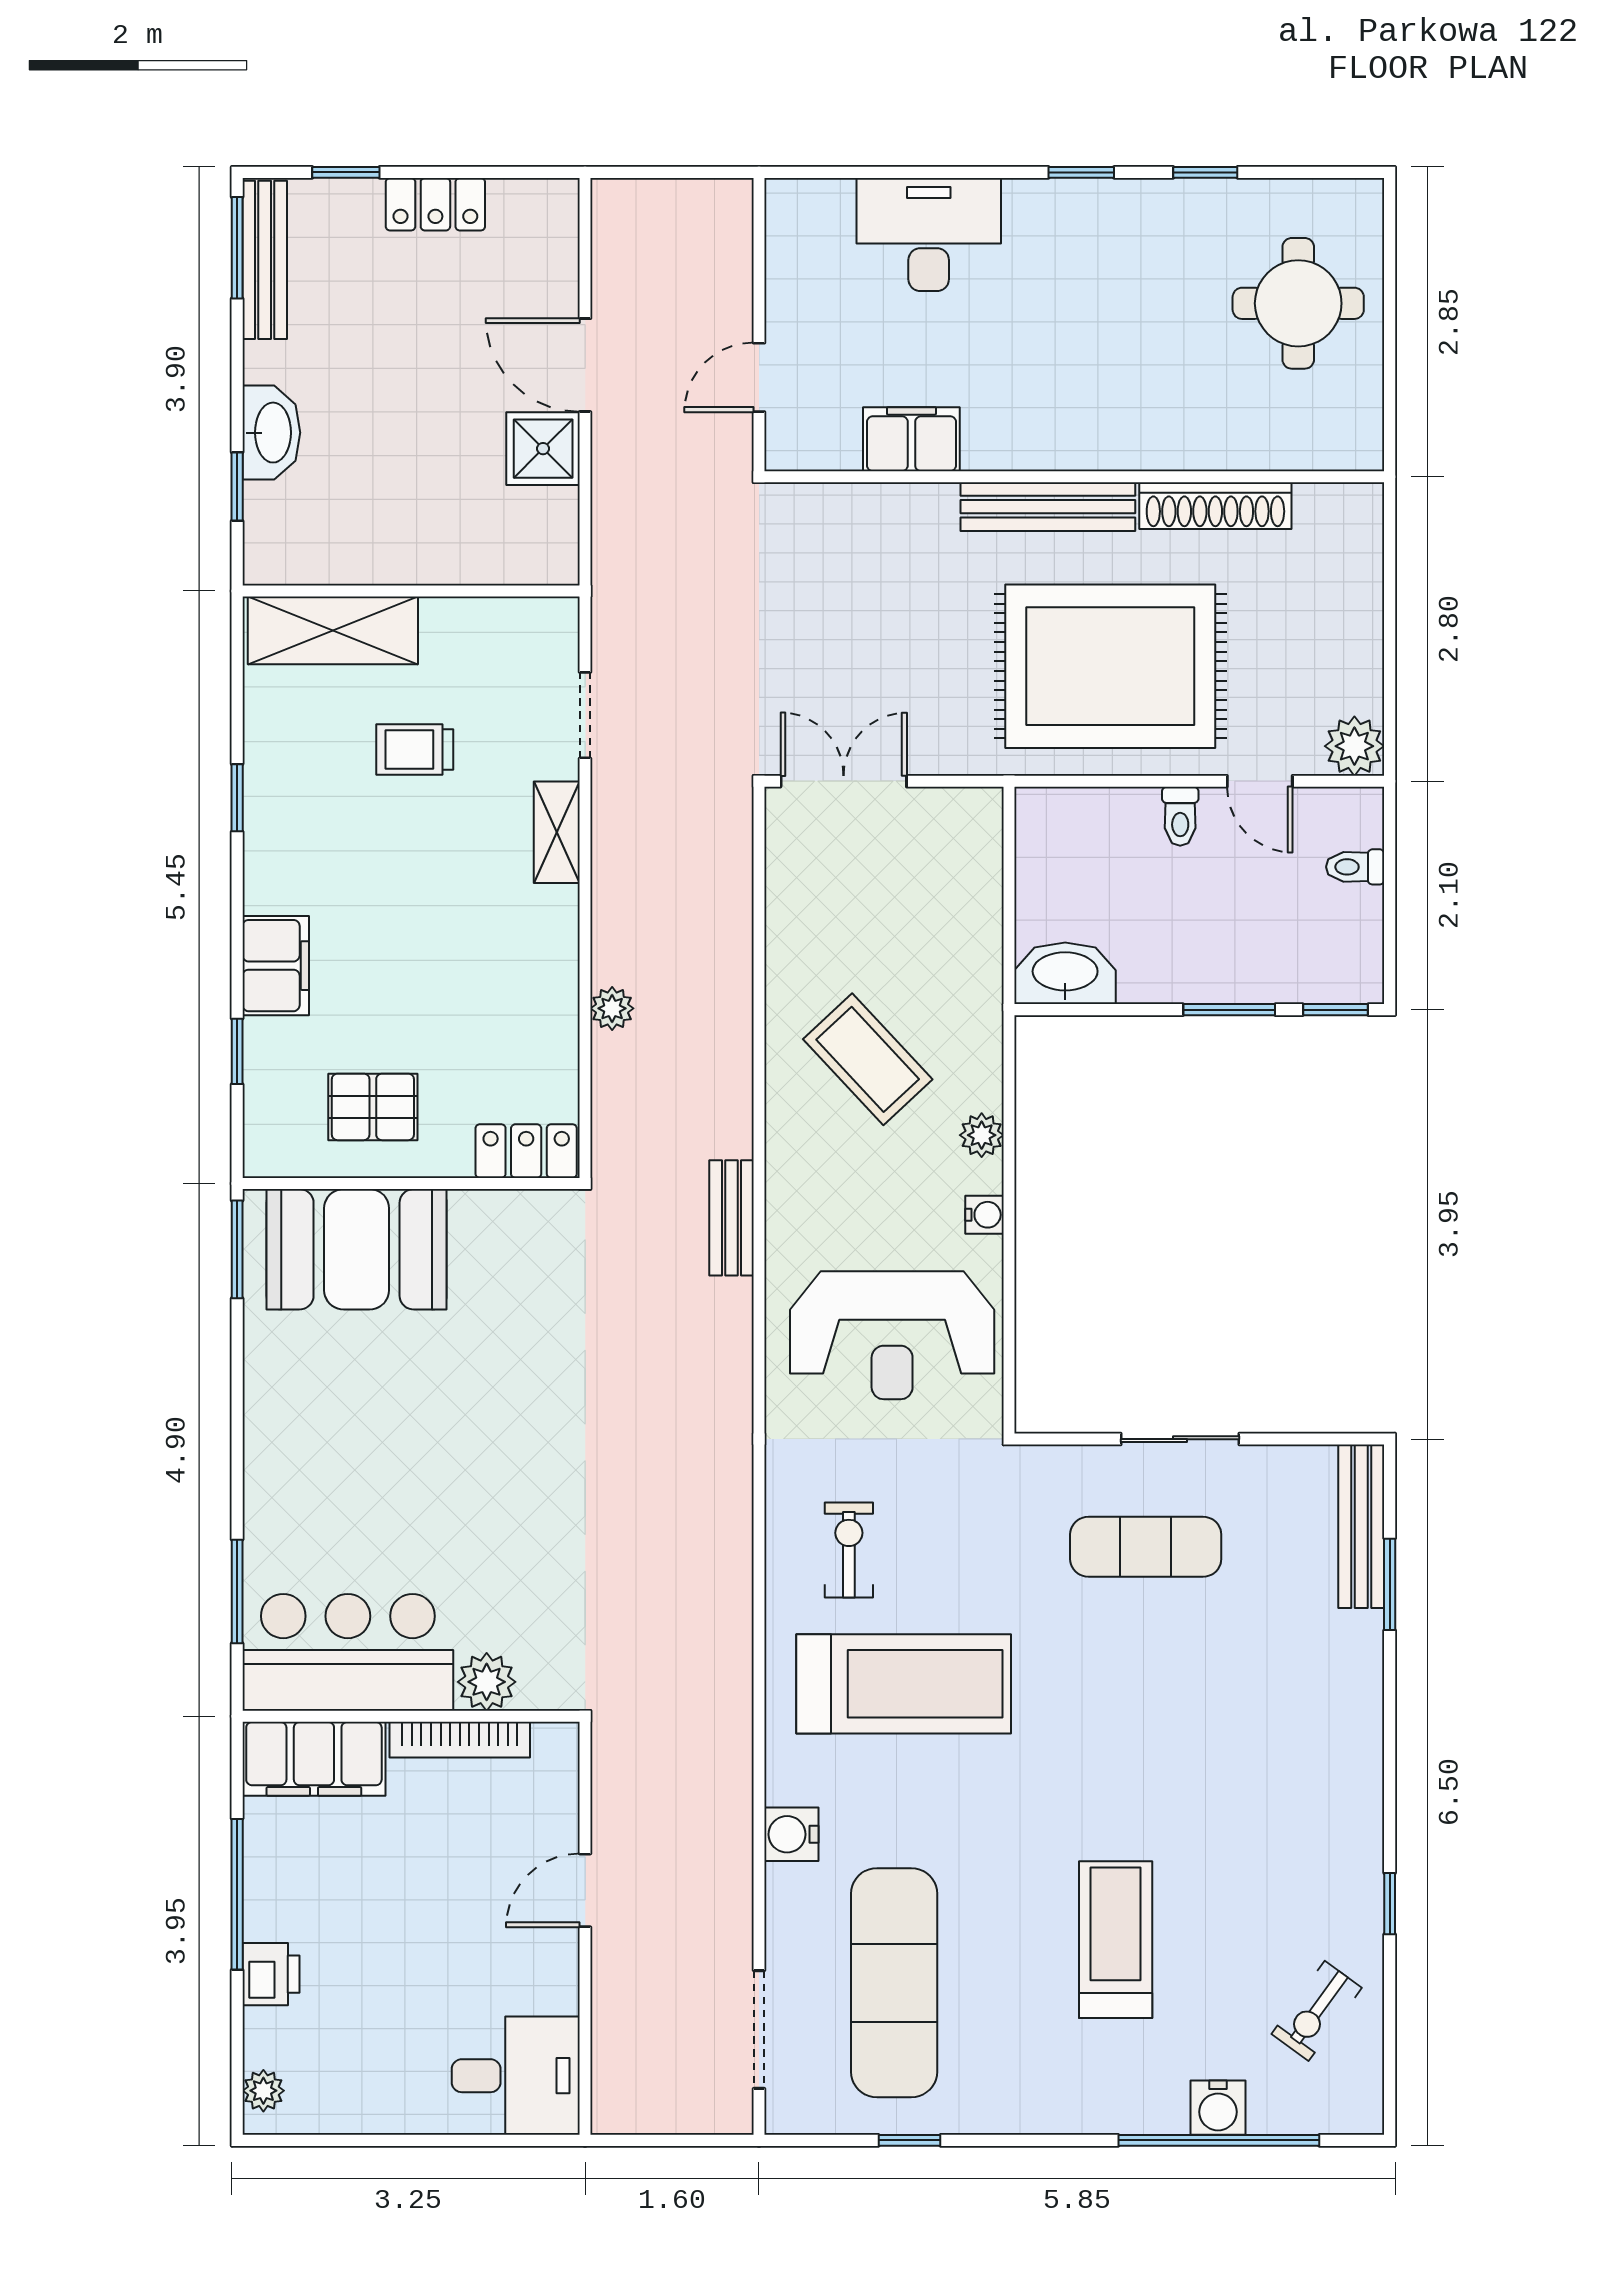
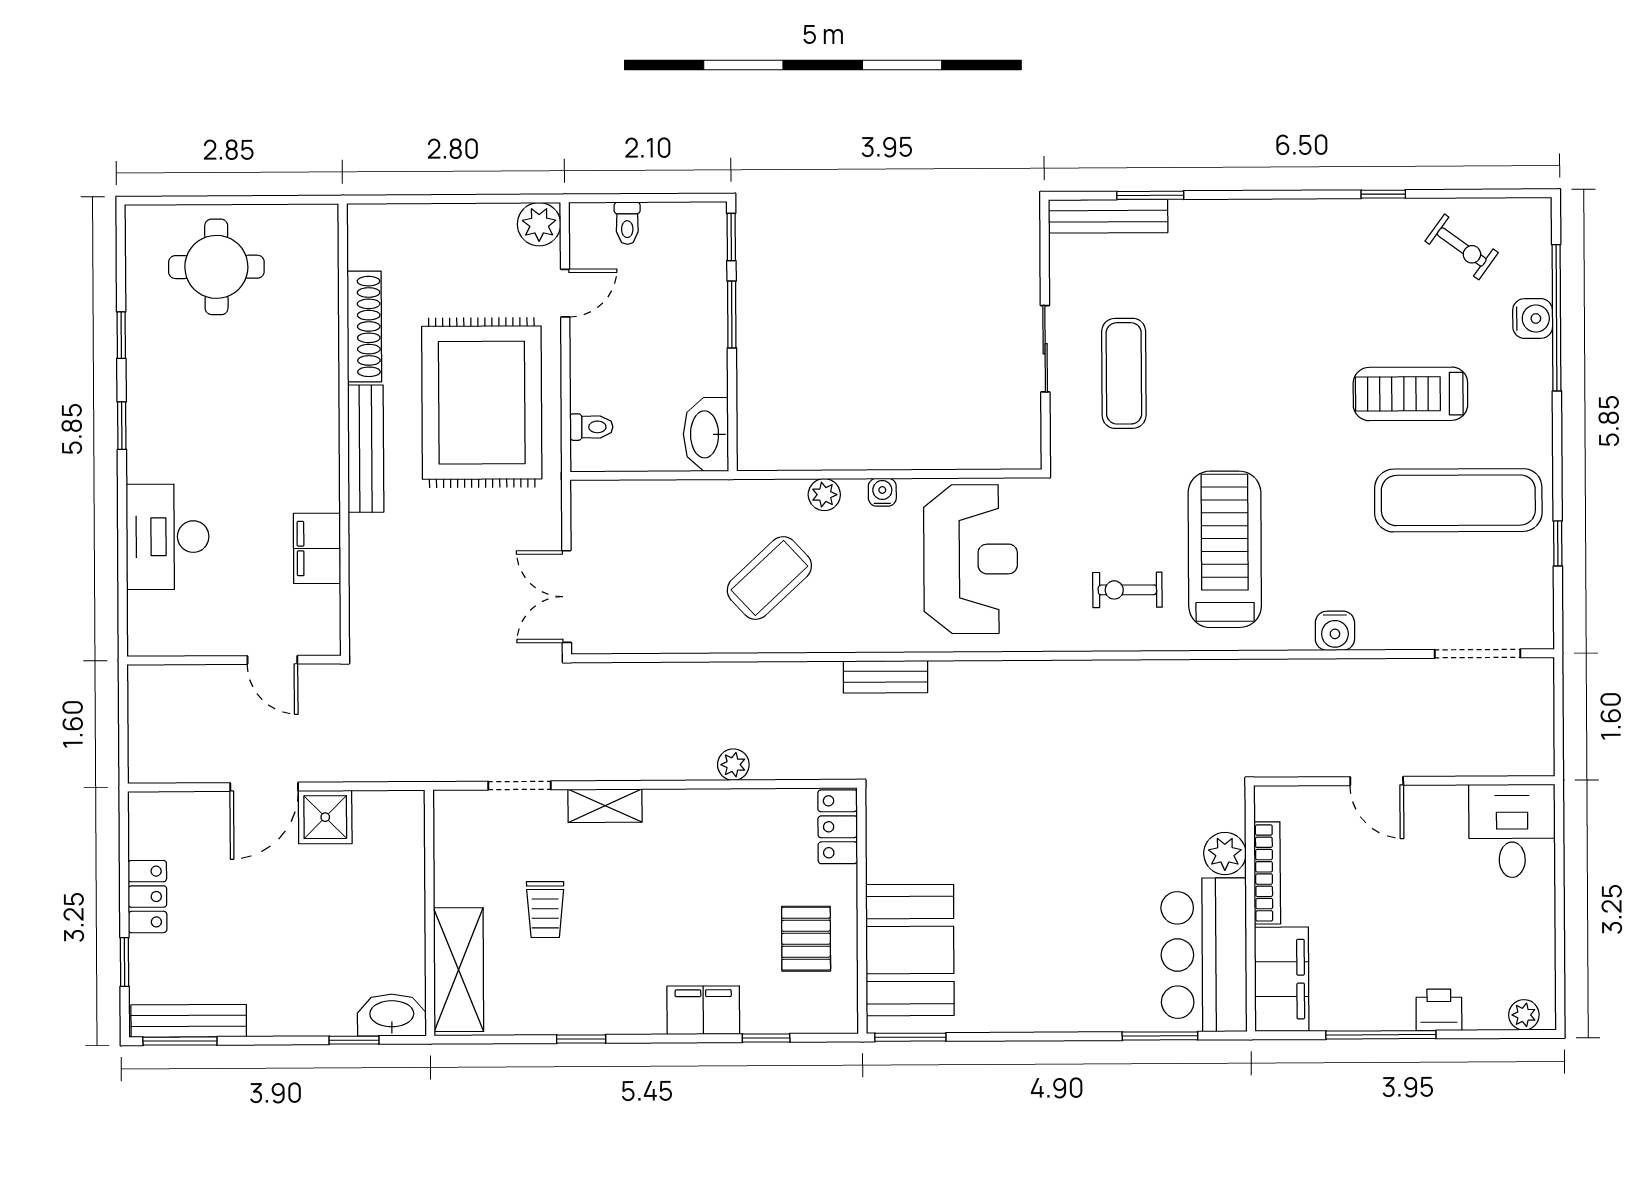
washbasin: (271, 433) -> (392, 1015), moved
toilet: (1180, 816) -> (591, 427), moved
exercise mat: (894, 1983) -> (1458, 500), moved

